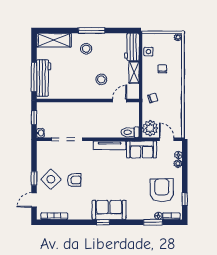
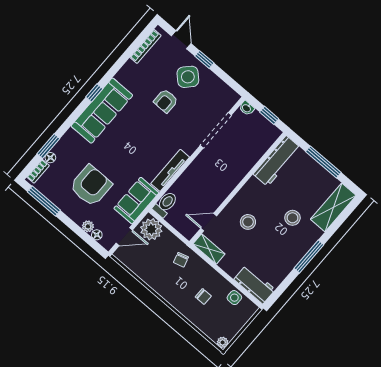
stool: (86, 49) -> (292, 218), moved
shelving: (134, 72) -> (209, 249), moved
window: (34, 77) -> (323, 162), moved
workbench: (44, 78) -> (277, 161), moved, turned -90
door: (120, 101) -> (209, 222), swing flipped
armchair: (162, 190) -> (91, 186), moved, turned -90
window: (185, 199) -> (44, 201), width x2.17
sofa: (109, 210) -> (102, 111), width x1.36

